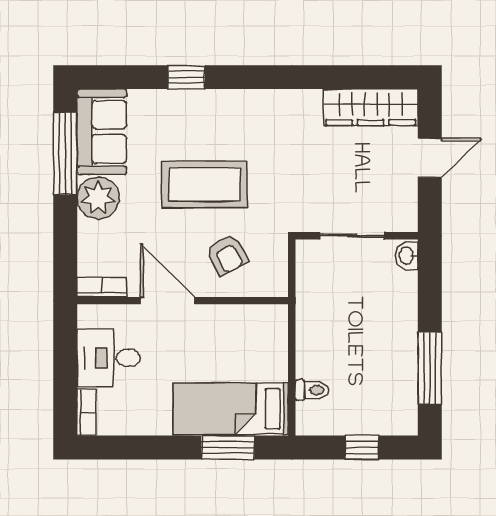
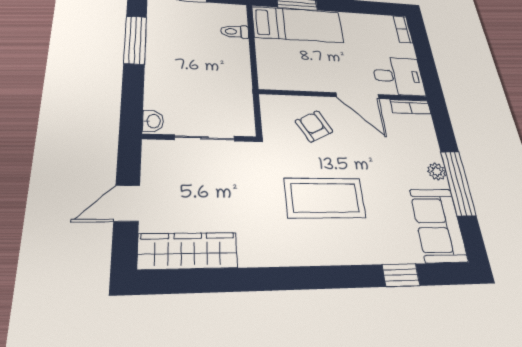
window: (187, 77) -> (401, 275), moved
window: (65, 153) -> (458, 183), moved
coffee table: (204, 185) -> (325, 198), moved
plant: (98, 198) -> (437, 171), width x0.53, depth x0.53
desk: (109, 358) -> (398, 76), moved

